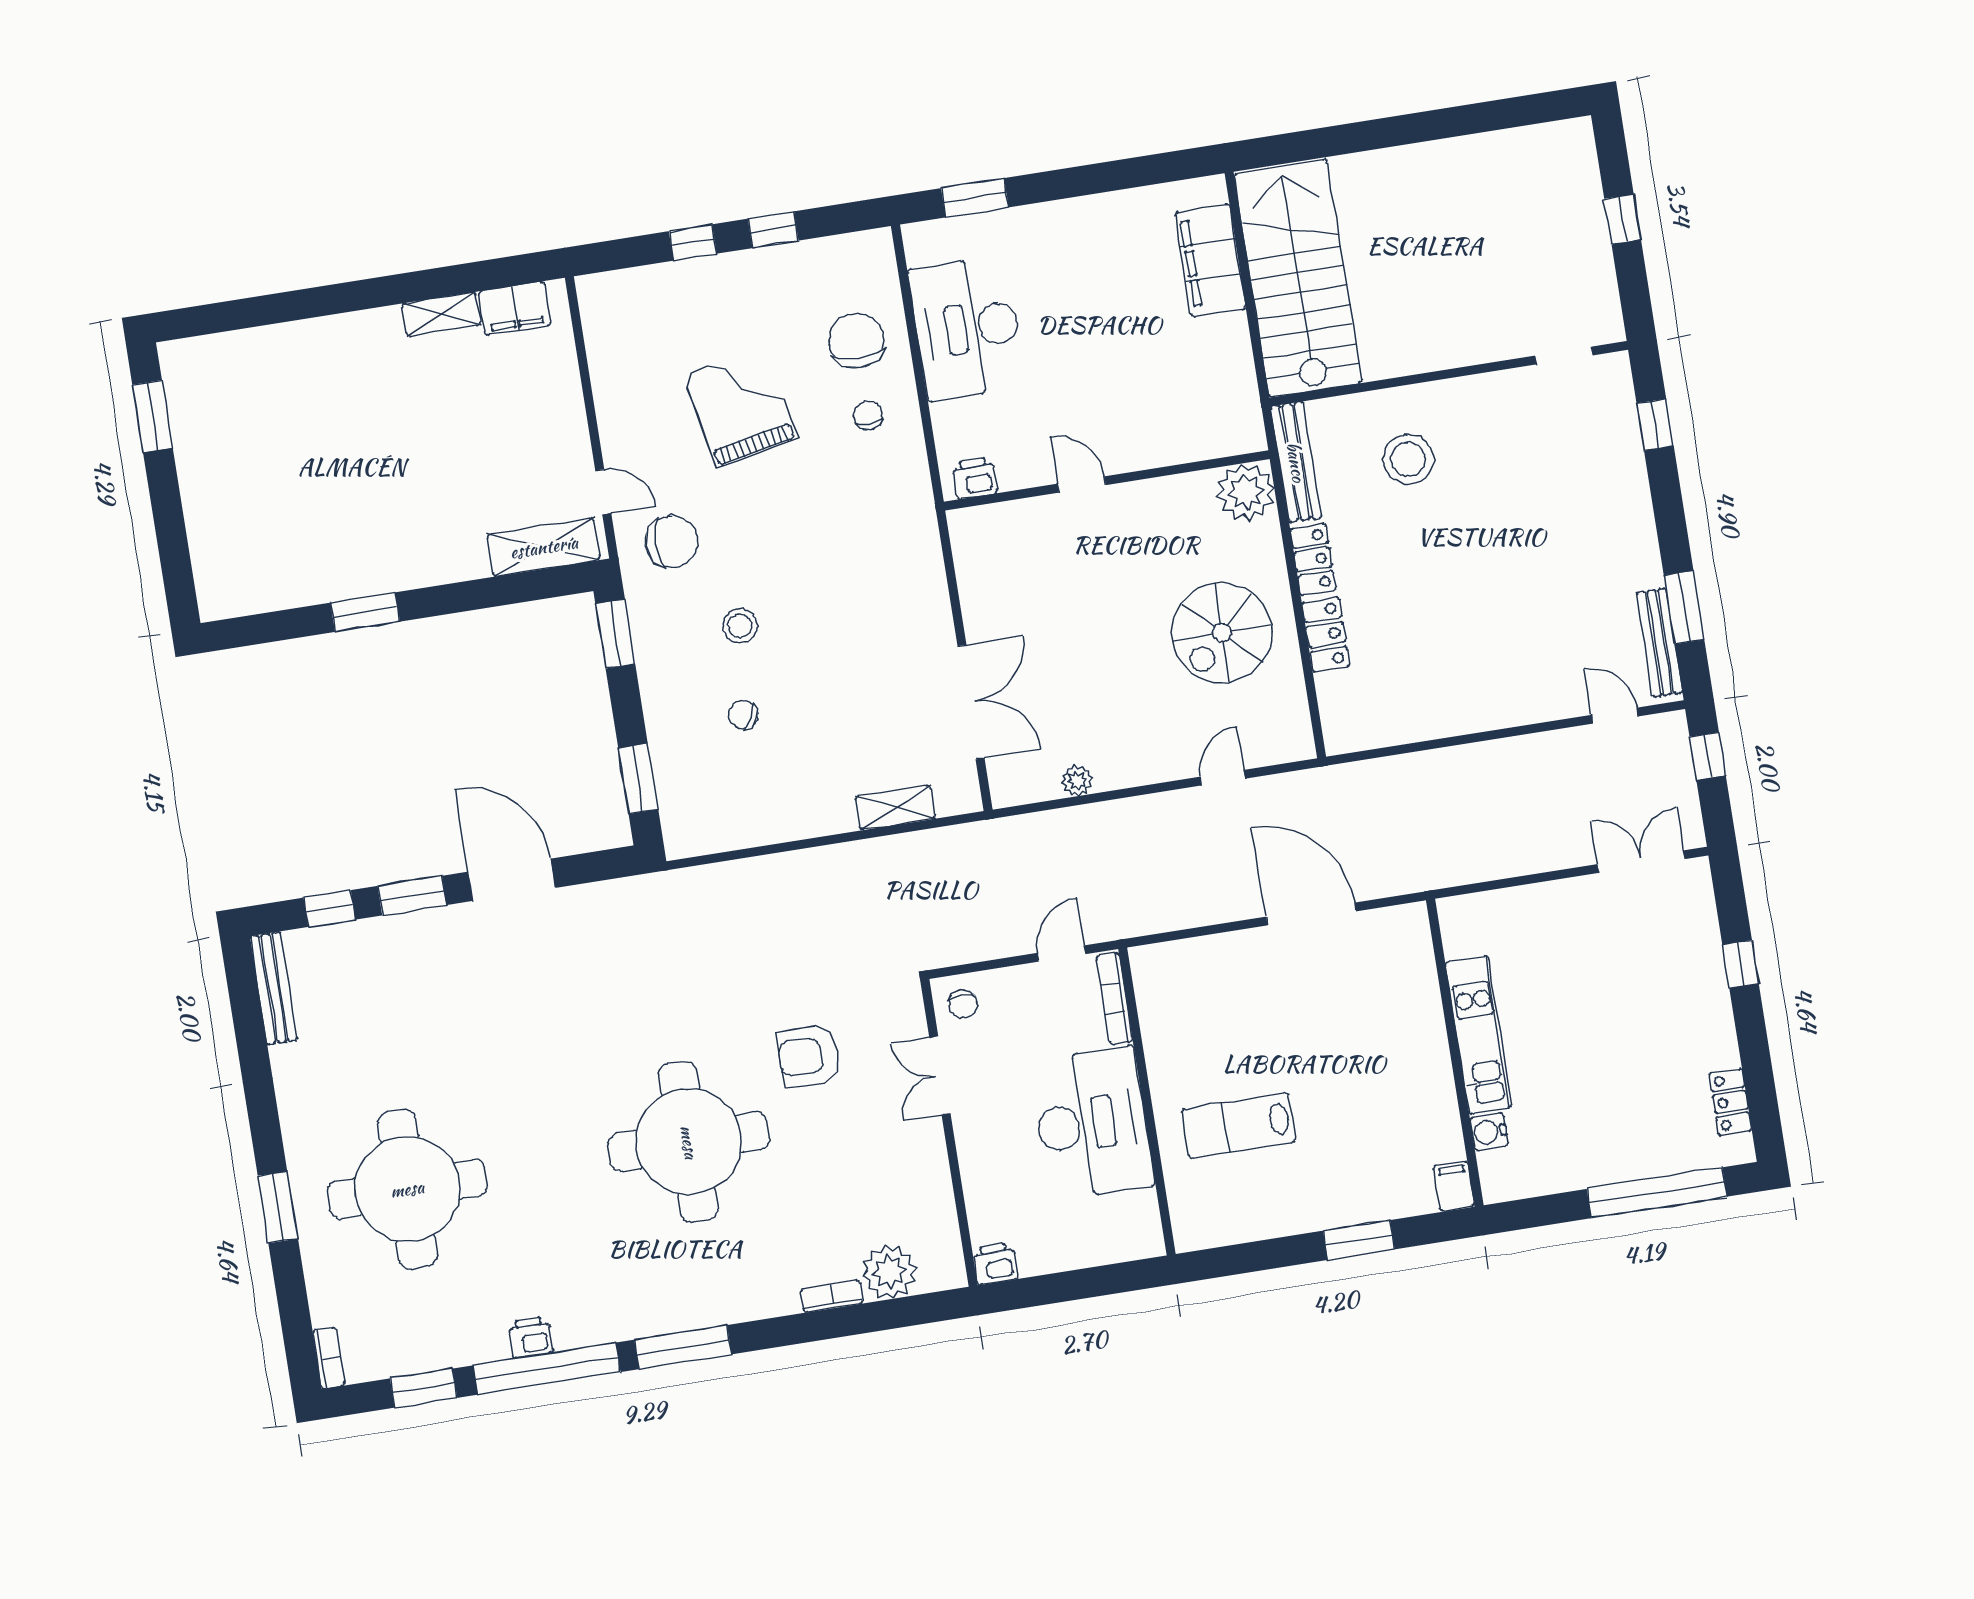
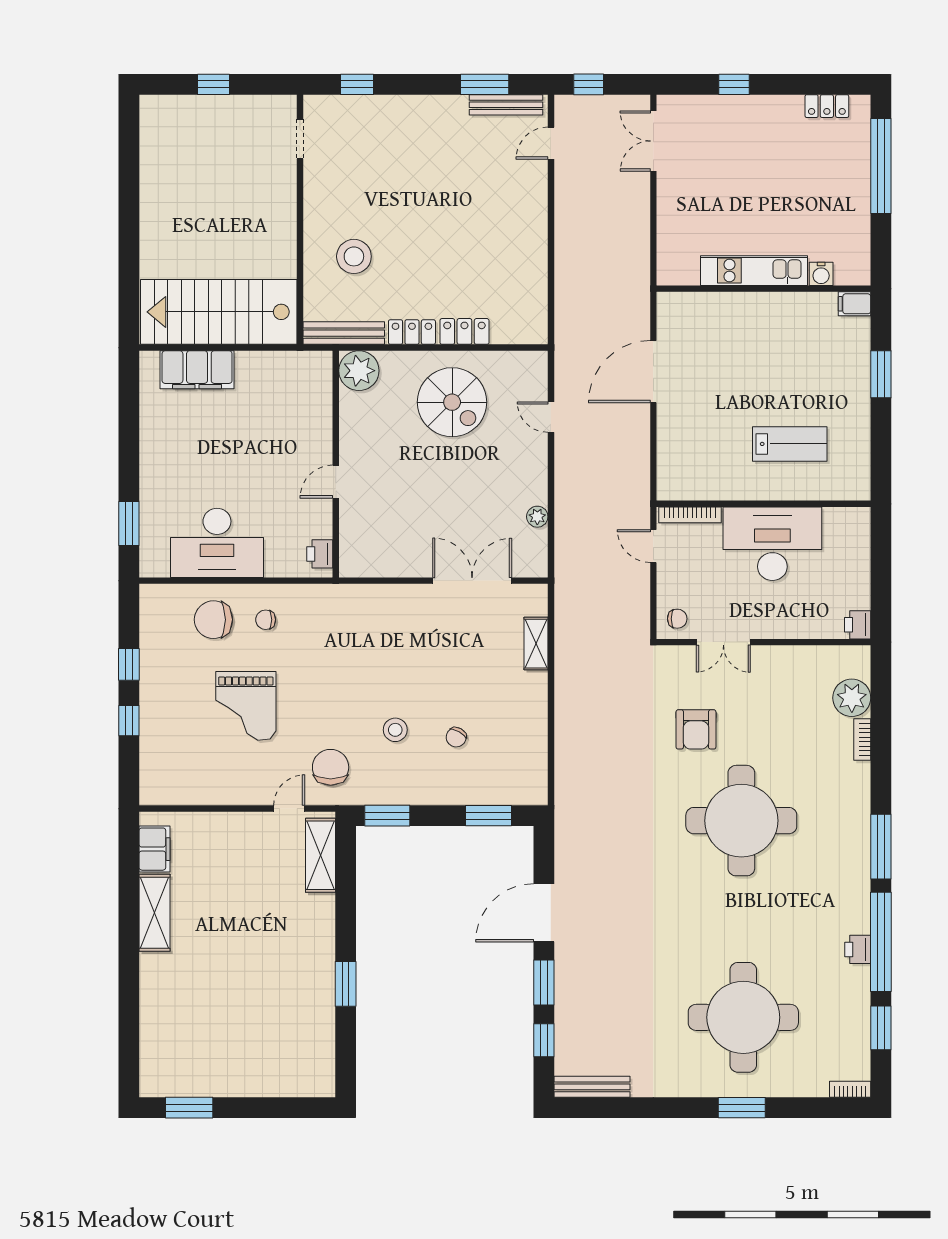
shelving: (441, 314) -> (155, 913), width x1.50, depth x1.33
grand piano: (740, 406) -> (246, 706), turned -79
lab bench: (1238, 1125) -> (790, 444), turned -90

